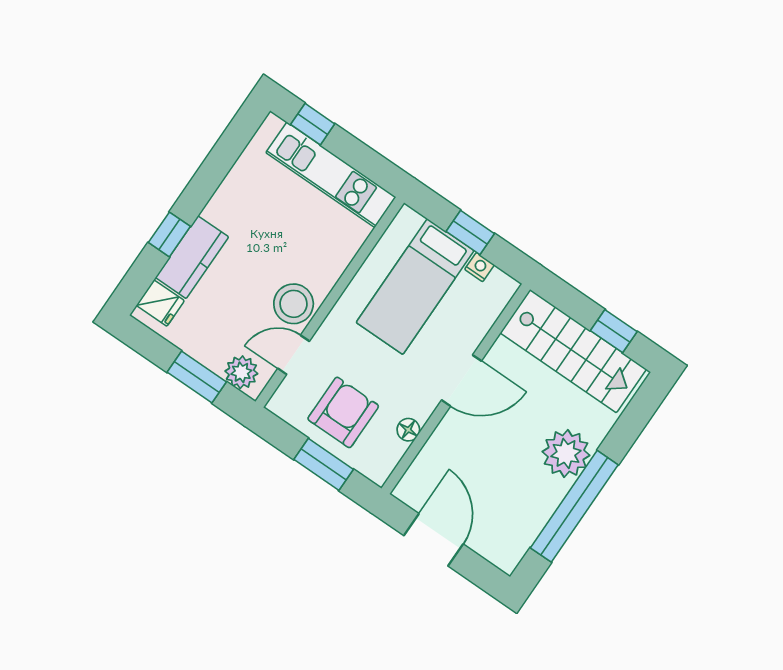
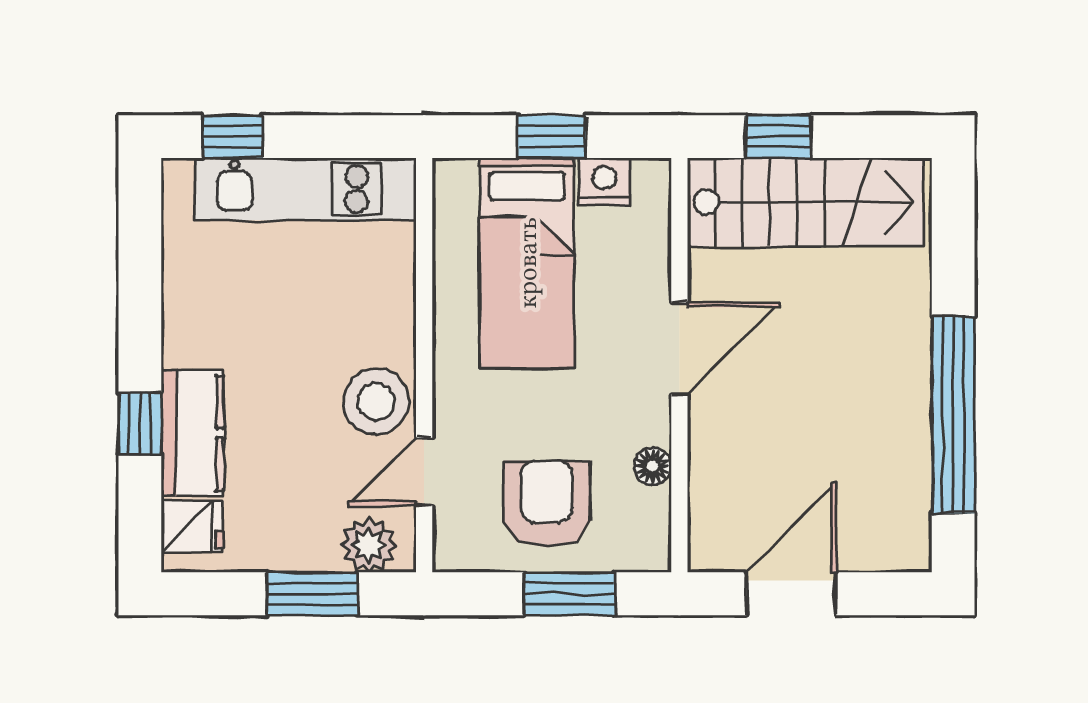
nightstand: (480, 267) -> (604, 182), width x1.39, depth x1.35
window: (614, 331) -> (778, 137), moved
plant: (566, 453) -> (892, 350), removed
door: (433, 540) -> (791, 594), hinge flipped

